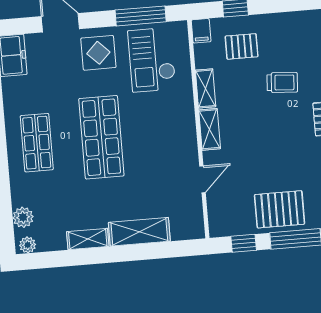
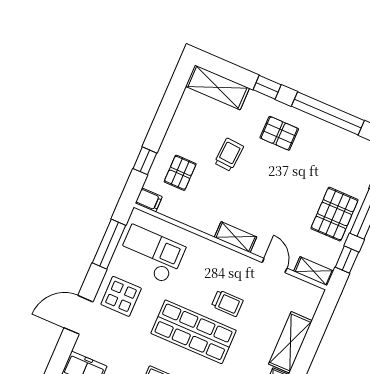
checkout: (152, 60) -> (151, 254), turned 180
shelving: (206, 88) -> (314, 271), moved
trolley: (144, 154) -> (227, 303), added

